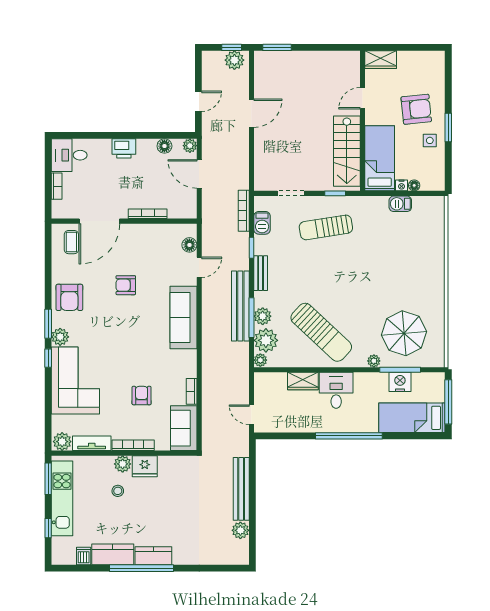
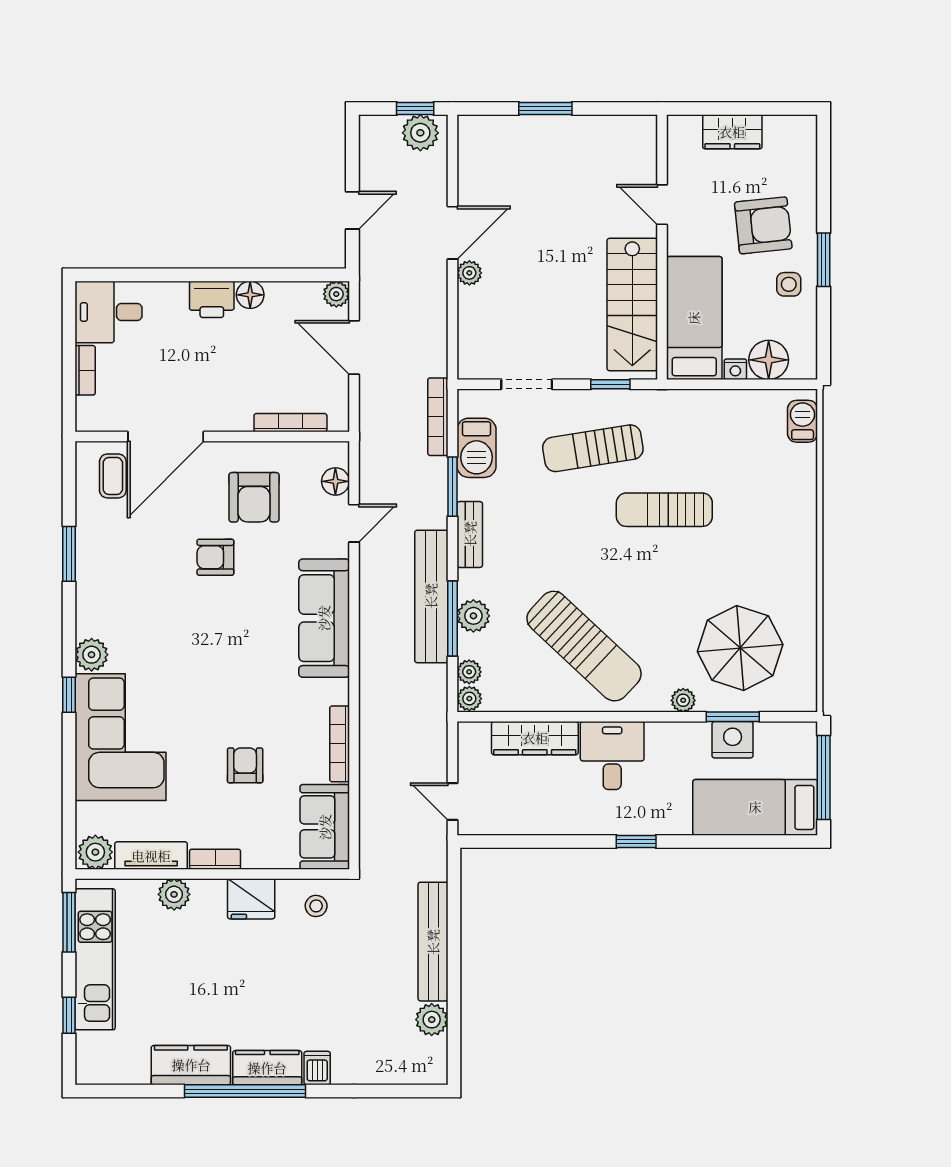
window: (277, 47) -> (545, 109), moved
wardrobe: (381, 60) -> (732, 132), moved
door: (363, 98) -> (662, 205), hinge flipped
plant: (260, 134) -> (469, 273), added
floor lamp: (164, 146) -> (250, 295), moved
floor lamp: (414, 185) -> (769, 360), width x1.89, depth x1.89
barbecue: (400, 204) -> (803, 421), moved, turned 90
bookcase: (148, 214) -> (290, 423), moved
barbecue: (262, 223) -> (476, 448), width x1.38, depth x1.27
window: (251, 248) -> (452, 487), width x1.50
sun lounger: (364, 260) -> (664, 510), added
armchair: (69, 297) -> (254, 497), moved
window: (48, 324) -> (69, 554), moved
plant: (266, 340) -> (469, 672), width x0.53, depth x0.53
window: (400, 370) -> (733, 717), width x0.69
wardrobe: (303, 381) -> (535, 738), width x1.50
bookcase: (192, 391) -> (340, 744), width x1.56
window: (349, 436) -> (636, 842), width x0.32
bookcase: (133, 445) -> (215, 859), width x0.64
plant: (123, 464) -> (174, 894), moved
stool: (118, 491) -> (316, 906), moved
dishwasher: (84, 556) -> (317, 1068), moved

